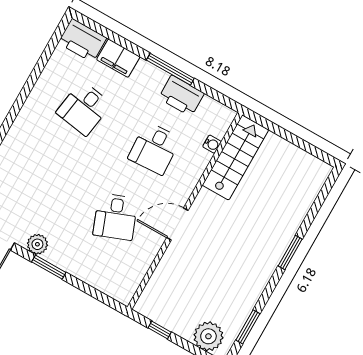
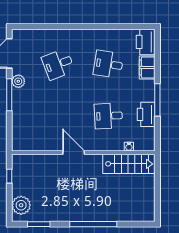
desk: (115, 217) -> (58, 64), moved
window: (290, 253) -> (93, 224), width x2.11
window: (49, 267) -> (9, 95), width x1.44

